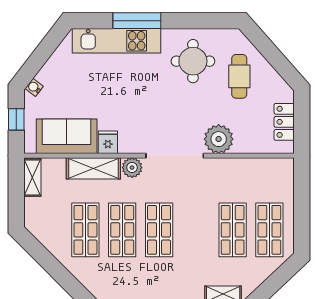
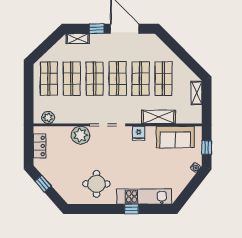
window: (137, 21) -> (131, 209), width x0.46
window: (279, 61) -> (43, 184), added
cafe table: (239, 76) -> (68, 174), removed
fridge: (108, 142) -> (139, 133), moved
plant: (132, 168) -> (48, 117), moved
shelving: (32, 177) -> (196, 93), moved
shop shelf: (196, 230) -> (95, 79), added

